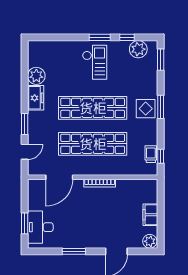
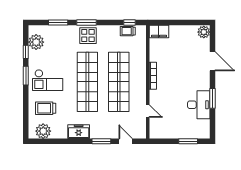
trolley: (62, 60) -> (46, 108), added
window: (161, 60) -> (58, 23), moved
checkout: (95, 62) -> (48, 80), turned 180
plant: (36, 76) -> (43, 131), moved
door: (59, 177) -> (148, 111), width x0.53
filing cabinet: (150, 215) -> (159, 32), moved
desk: (40, 227) -> (199, 105), moved, turned -90

